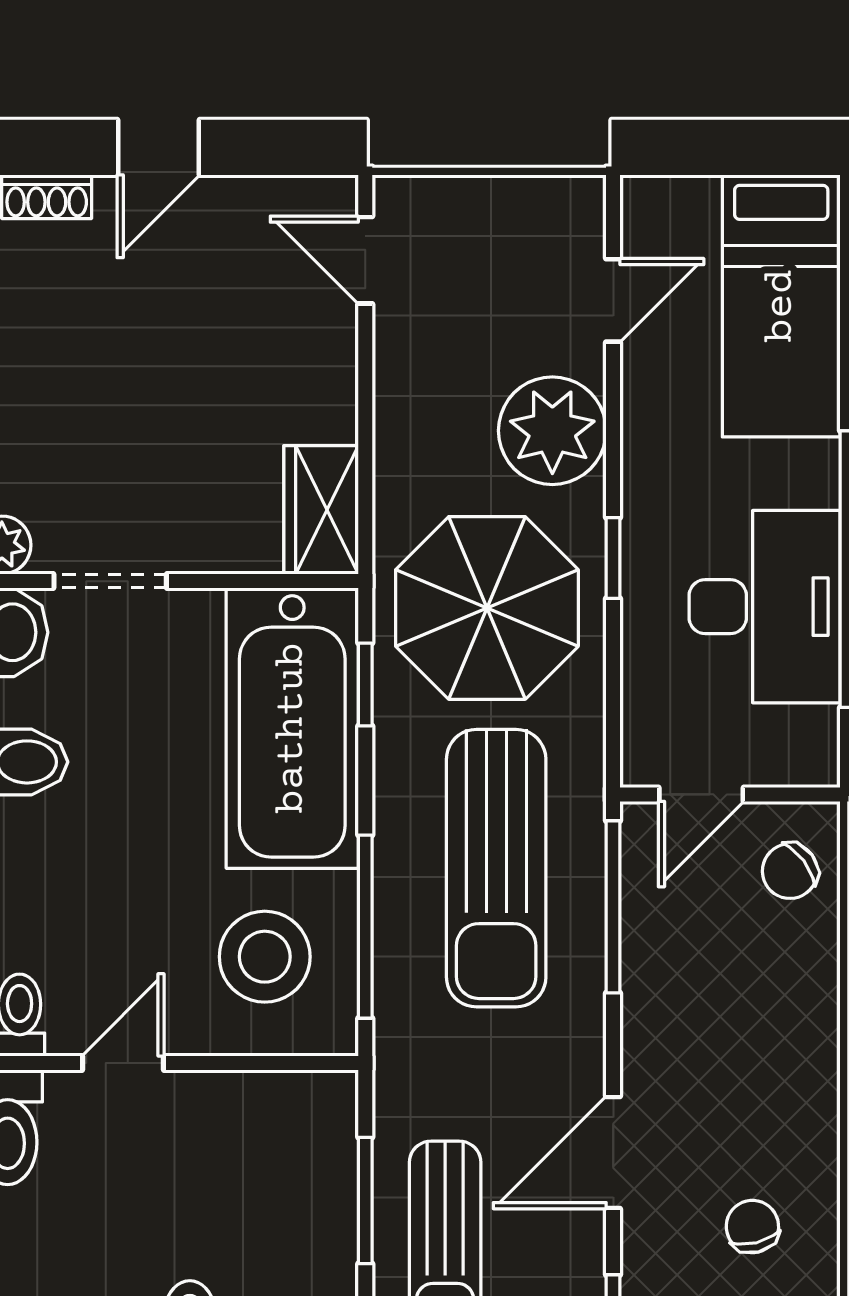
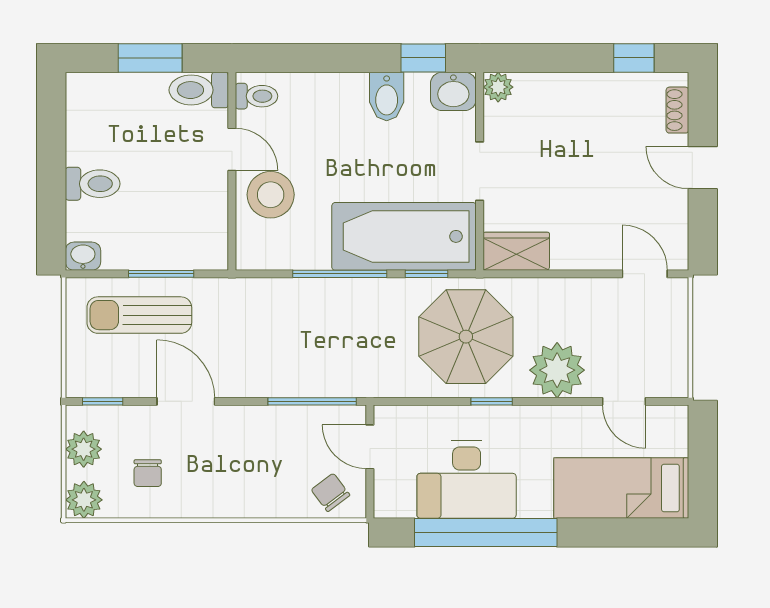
door: (365, 260) -> (645, 274), hinge flipped
doorway: (110, 581) -> (480, 171), moved
sun lounger: (496, 868) -> (332, 341), removed
window: (365, 927) -> (340, 274), moved
stool: (265, 957) -> (271, 195), moved
chair: (752, 1227) -> (148, 473), turned 104

